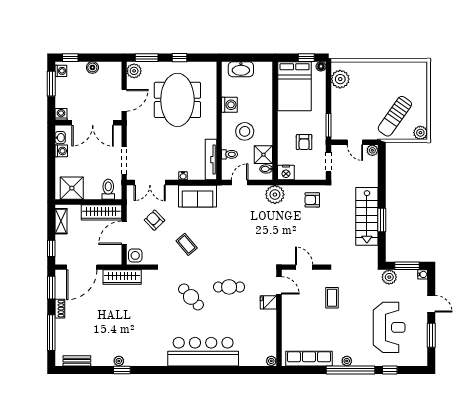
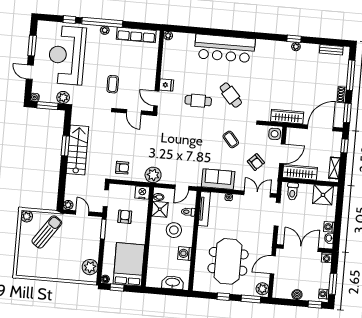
reception desk: (389, 327) -> (67, 55), width x1.36, depth x1.30

